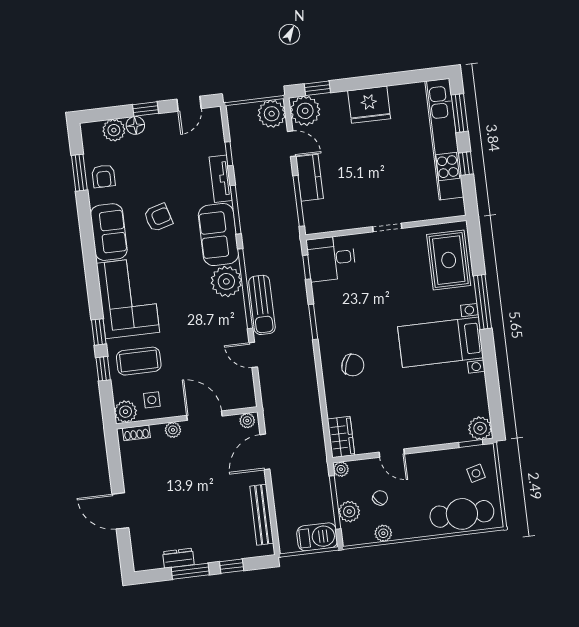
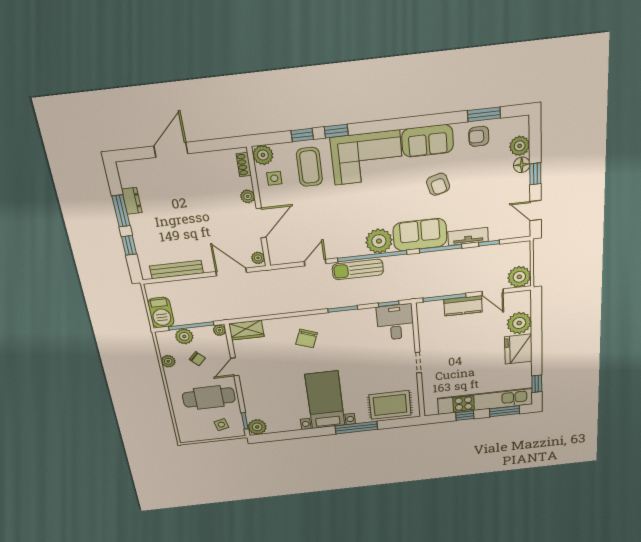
window: (317, 88) -> (537, 384), moved
plant: (305, 111) -> (519, 323), moved
door: (292, 144) -> (493, 292), hinge flipped
cafe table: (462, 514) -> (209, 397), moved, turned 90

